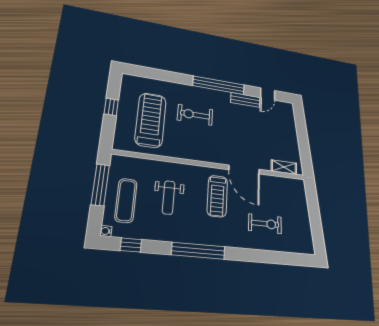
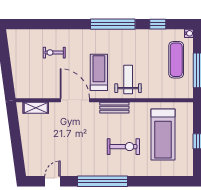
bench: (245, 100) -> (114, 108), moved
weight bench: (169, 197) -> (128, 79), moved
exercise bike: (265, 224) -> (54, 53), width x0.73, depth x0.72
window: (131, 245) -> (158, 24), moved

